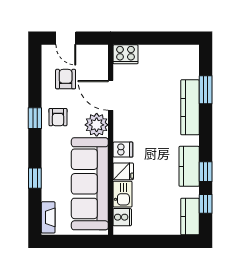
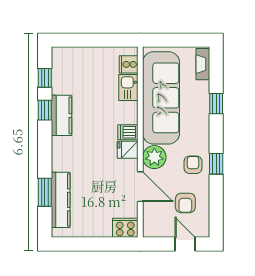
kitchen counter: (190, 107) -> (61, 200), moved
fridge: (123, 171) -> (128, 150), moved
kitchen counter: (190, 217) -> (61, 65), removed

